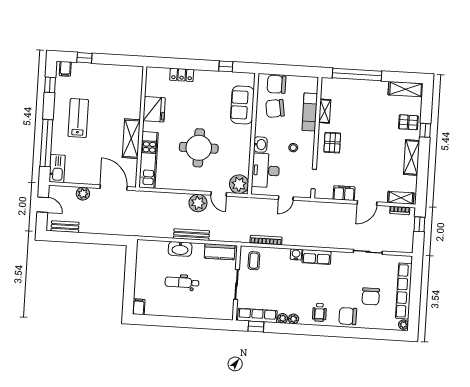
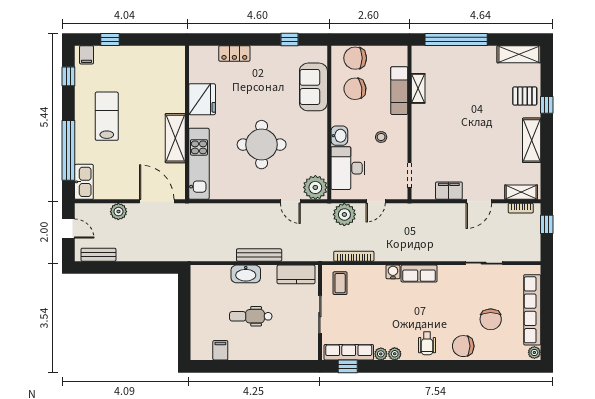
pallet: (332, 143) -> (430, 128), removed
plant: (198, 203) -> (344, 214), moved
filing cabinet: (139, 307) -> (220, 350), moved

